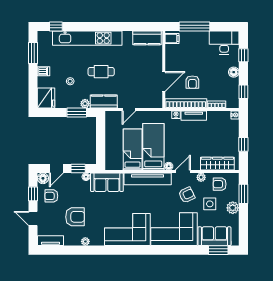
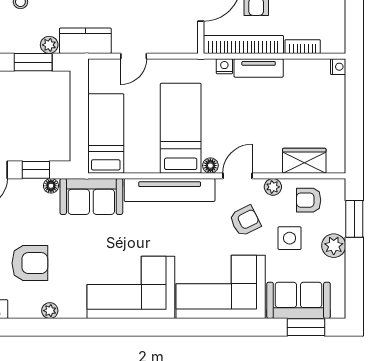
window: (243, 92) -> (354, 22), removed
window: (243, 144) -> (354, 123), removed
bed: (133, 150) -> (106, 133), moved
wardrobe: (217, 164) -> (304, 161), width x0.67

